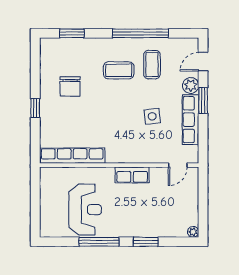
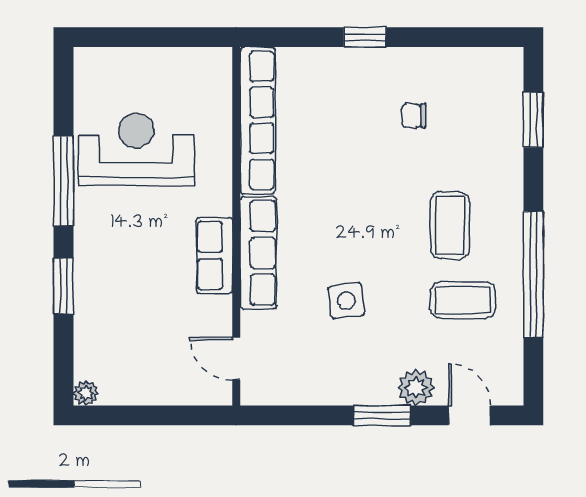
chair: (70, 86) -> (414, 116), width x0.54, depth x0.54
row of seats: (191, 120) -> (258, 253), moved, turned 90
reception desk: (85, 210) -> (136, 149), turned 180

